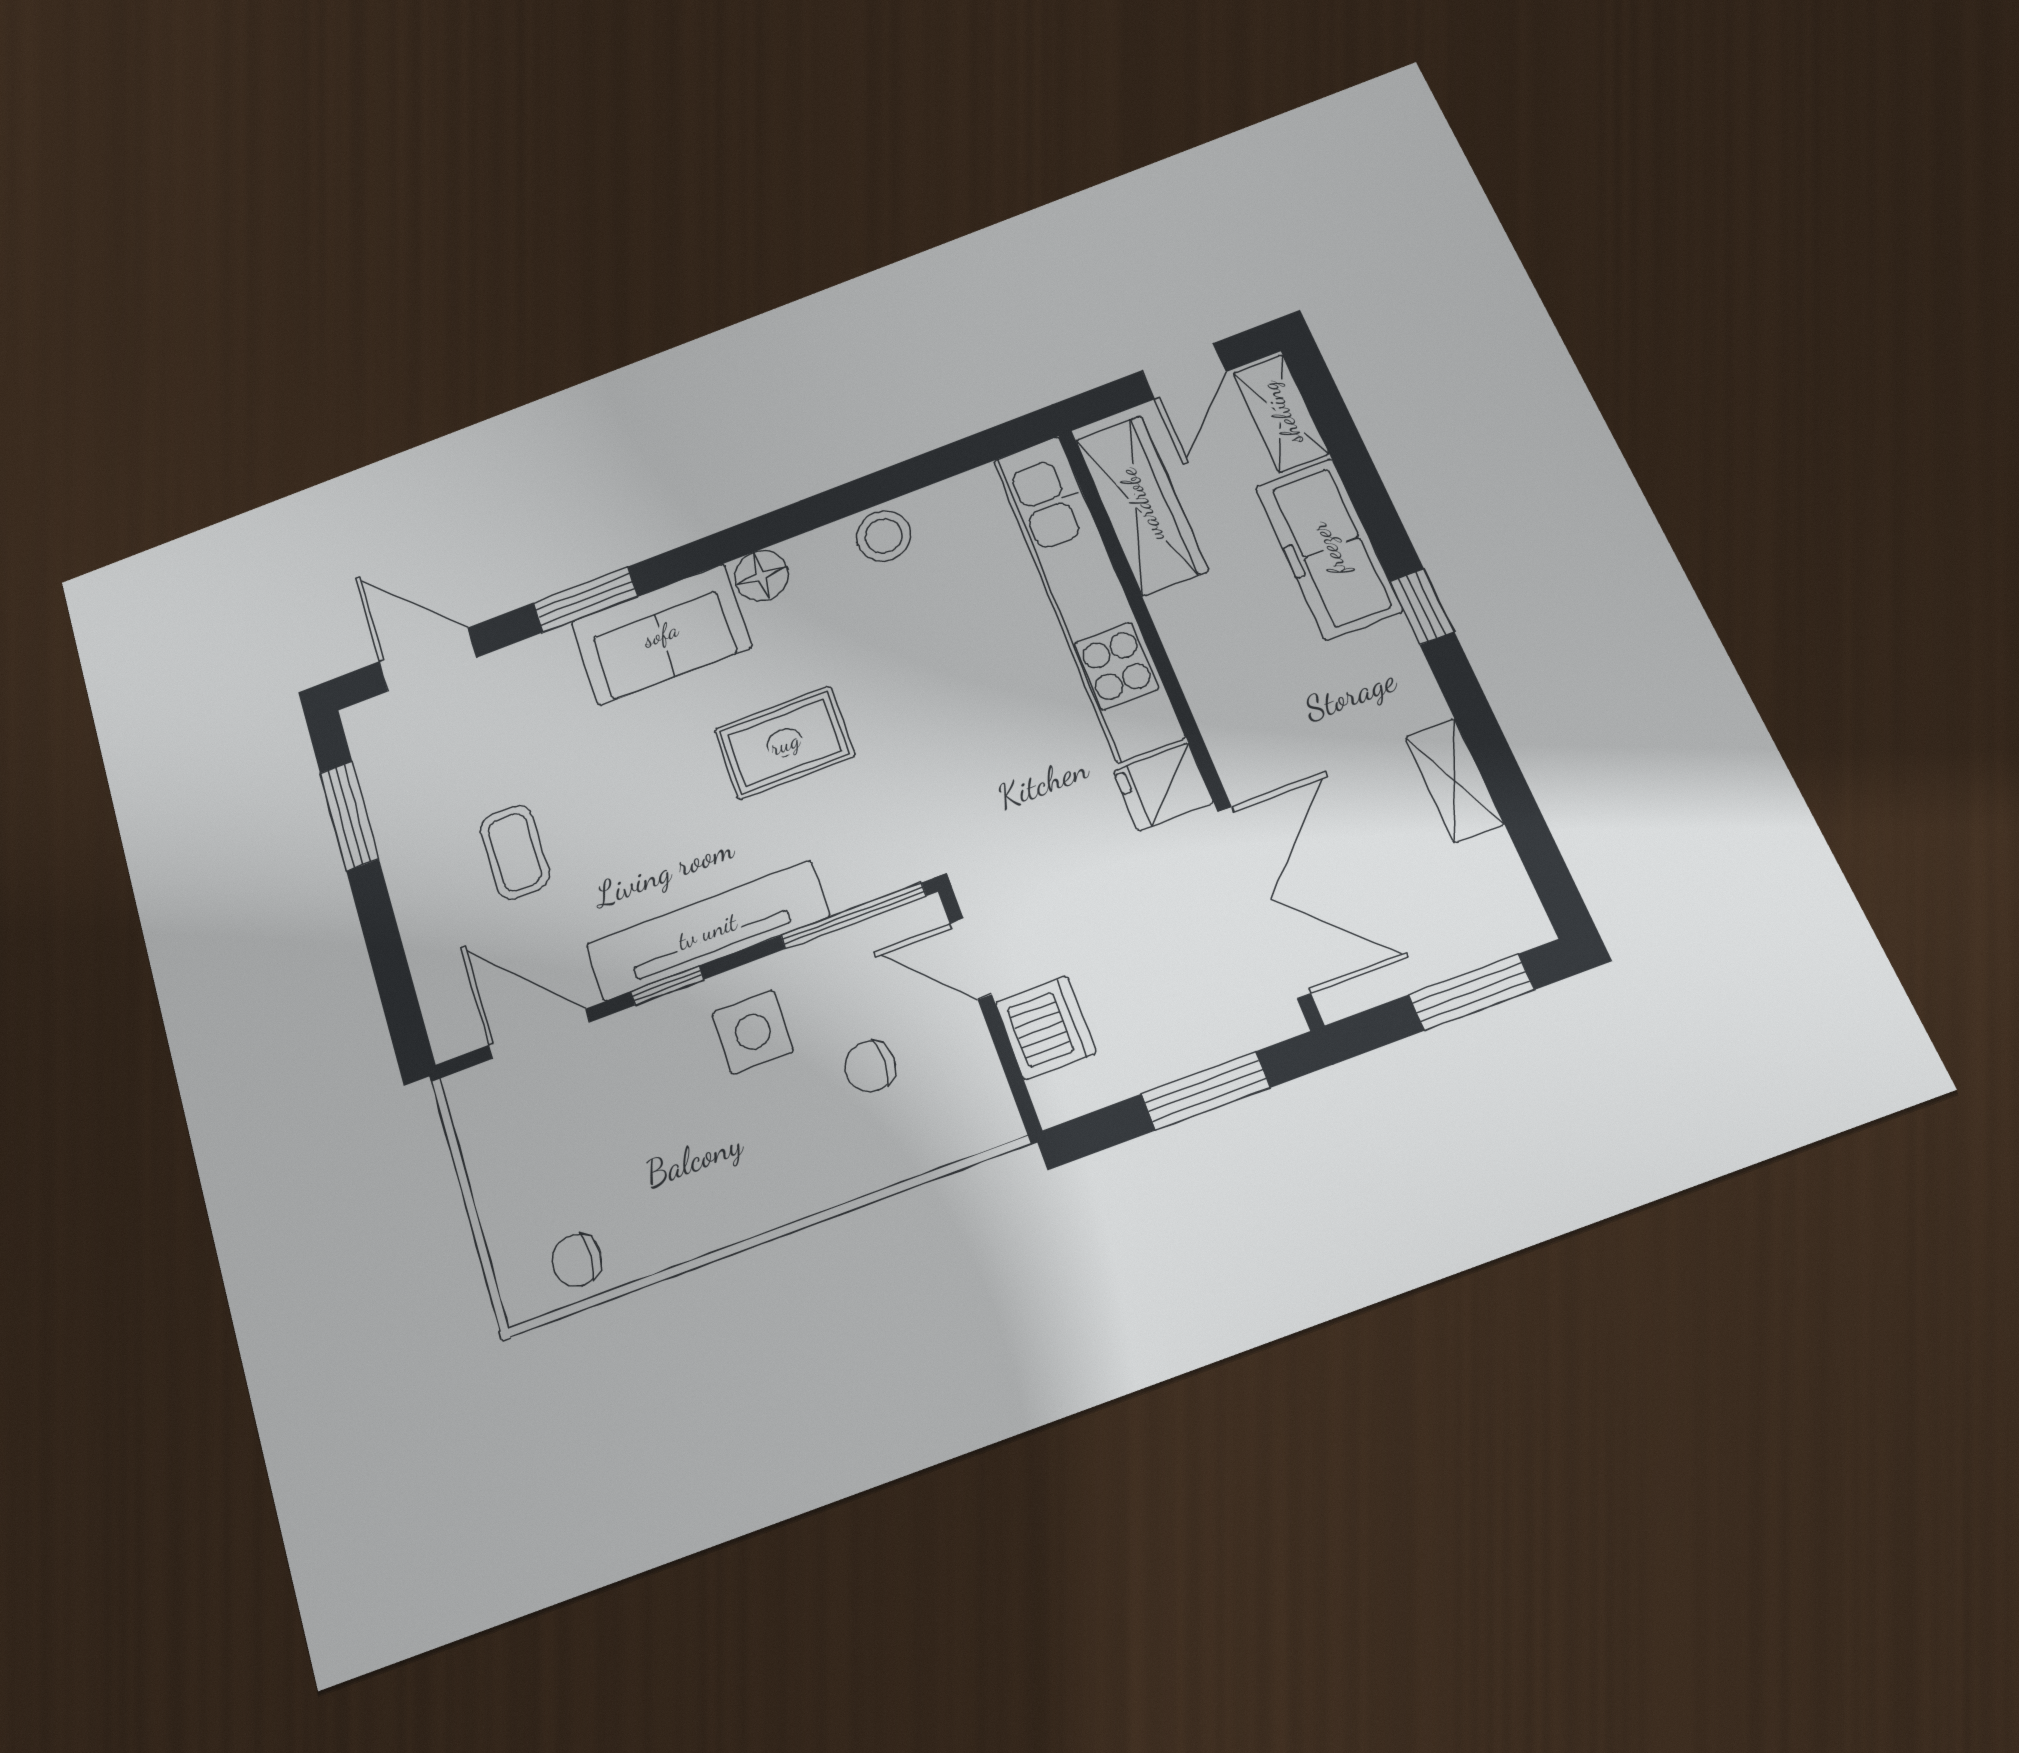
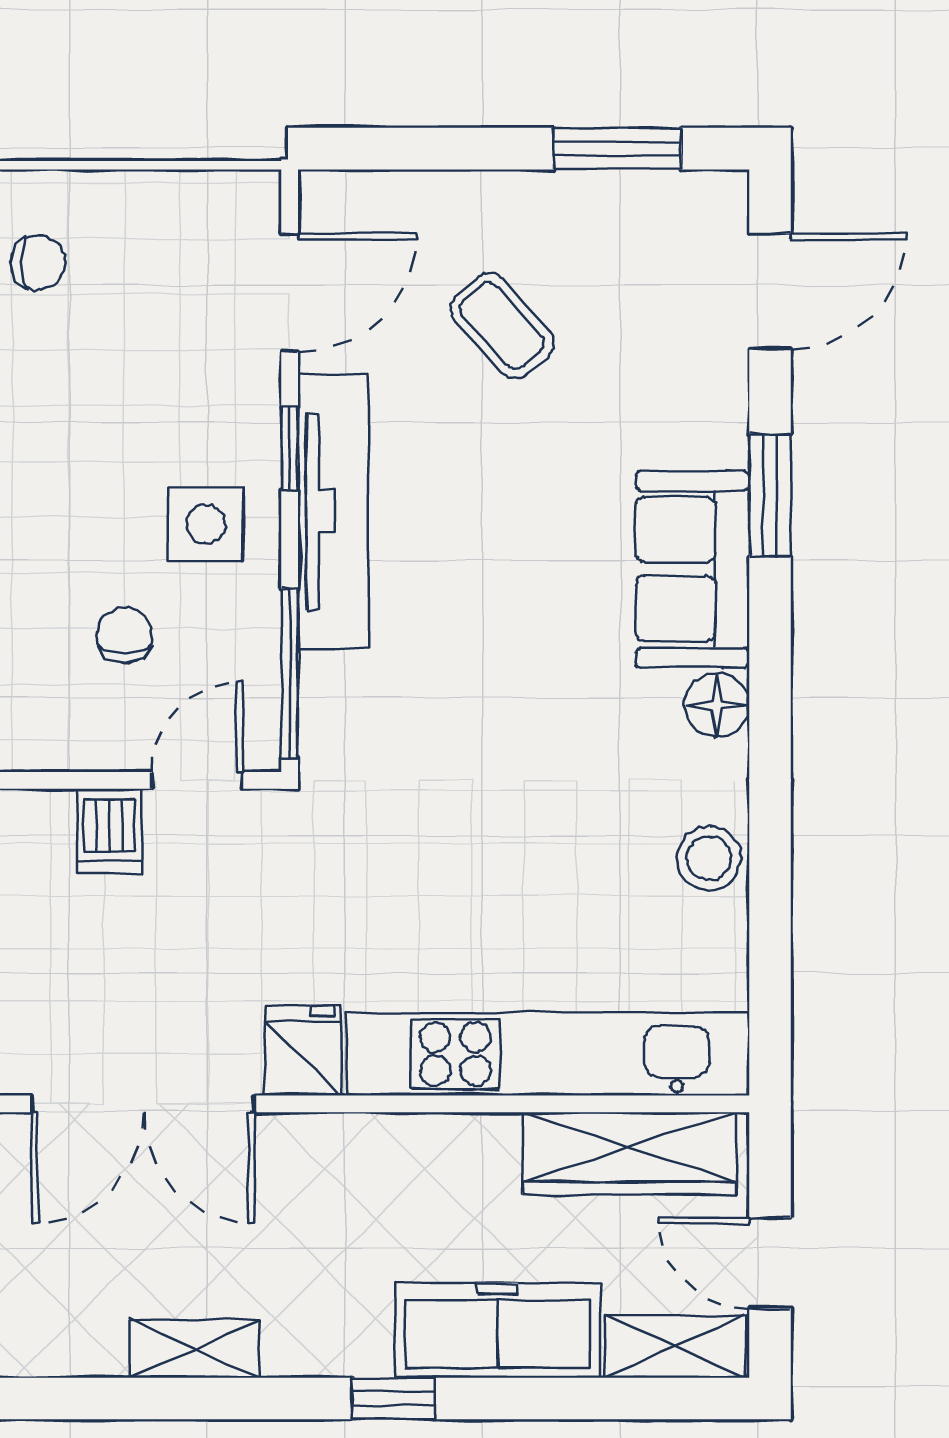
rug: (785, 743) -> (510, 665), removed
coffee table: (515, 852) -> (502, 326), turned 48
dishwasher: (1046, 1028) -> (109, 831), width x0.73
chair: (577, 1260) -> (38, 263), turned 90

